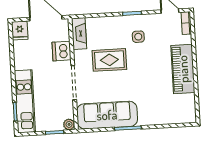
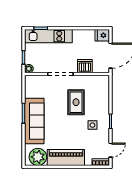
fireplace: (79, 34) -> (97, 80), removed
plant: (184, 106) -> (38, 157), added
sofa: (107, 115) -> (34, 121), moved

